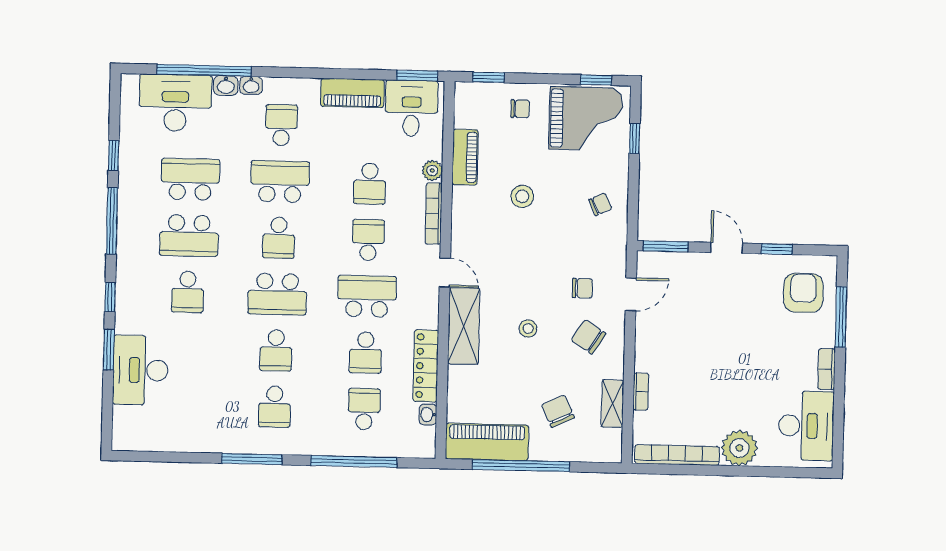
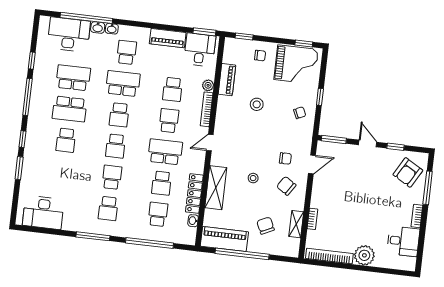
window: (635, 139) -> (320, 97), moved
door: (445, 272) -> (210, 143), swing flipped
armchair: (803, 293) -> (408, 172), turned -150
school desk: (277, 294) -> (116, 146), width x0.54
shelving: (464, 326) -> (216, 188), moved
school desk: (276, 350) -> (112, 177), turned 180
desk: (140, 370) -> (43, 212), moved, turned -90
desk: (806, 426) -> (403, 241), width x0.73

